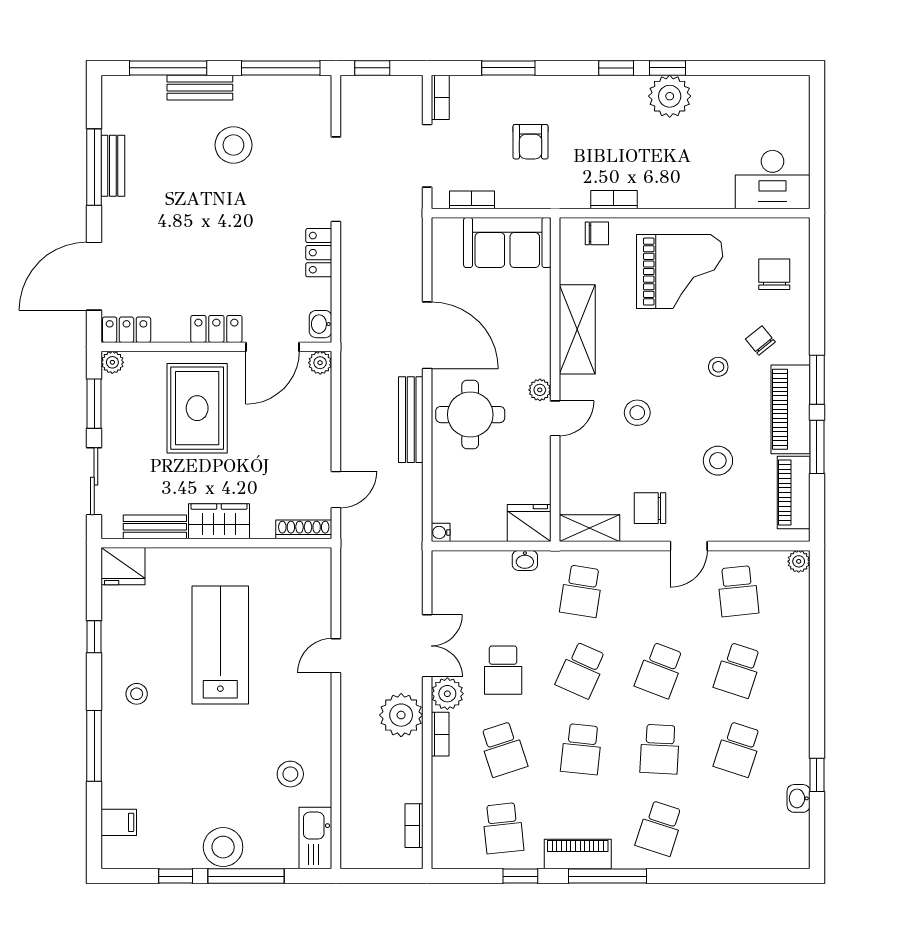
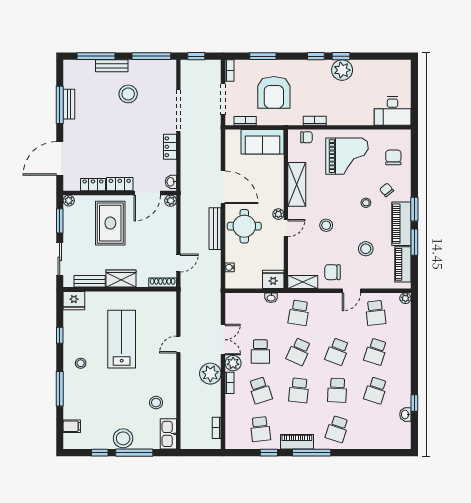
armchair: (531, 142) -> (274, 92), width x1.88, depth x1.88
locker: (127, 330) -> (93, 185), moved
water cooler: (441, 532) -> (230, 267), moved

